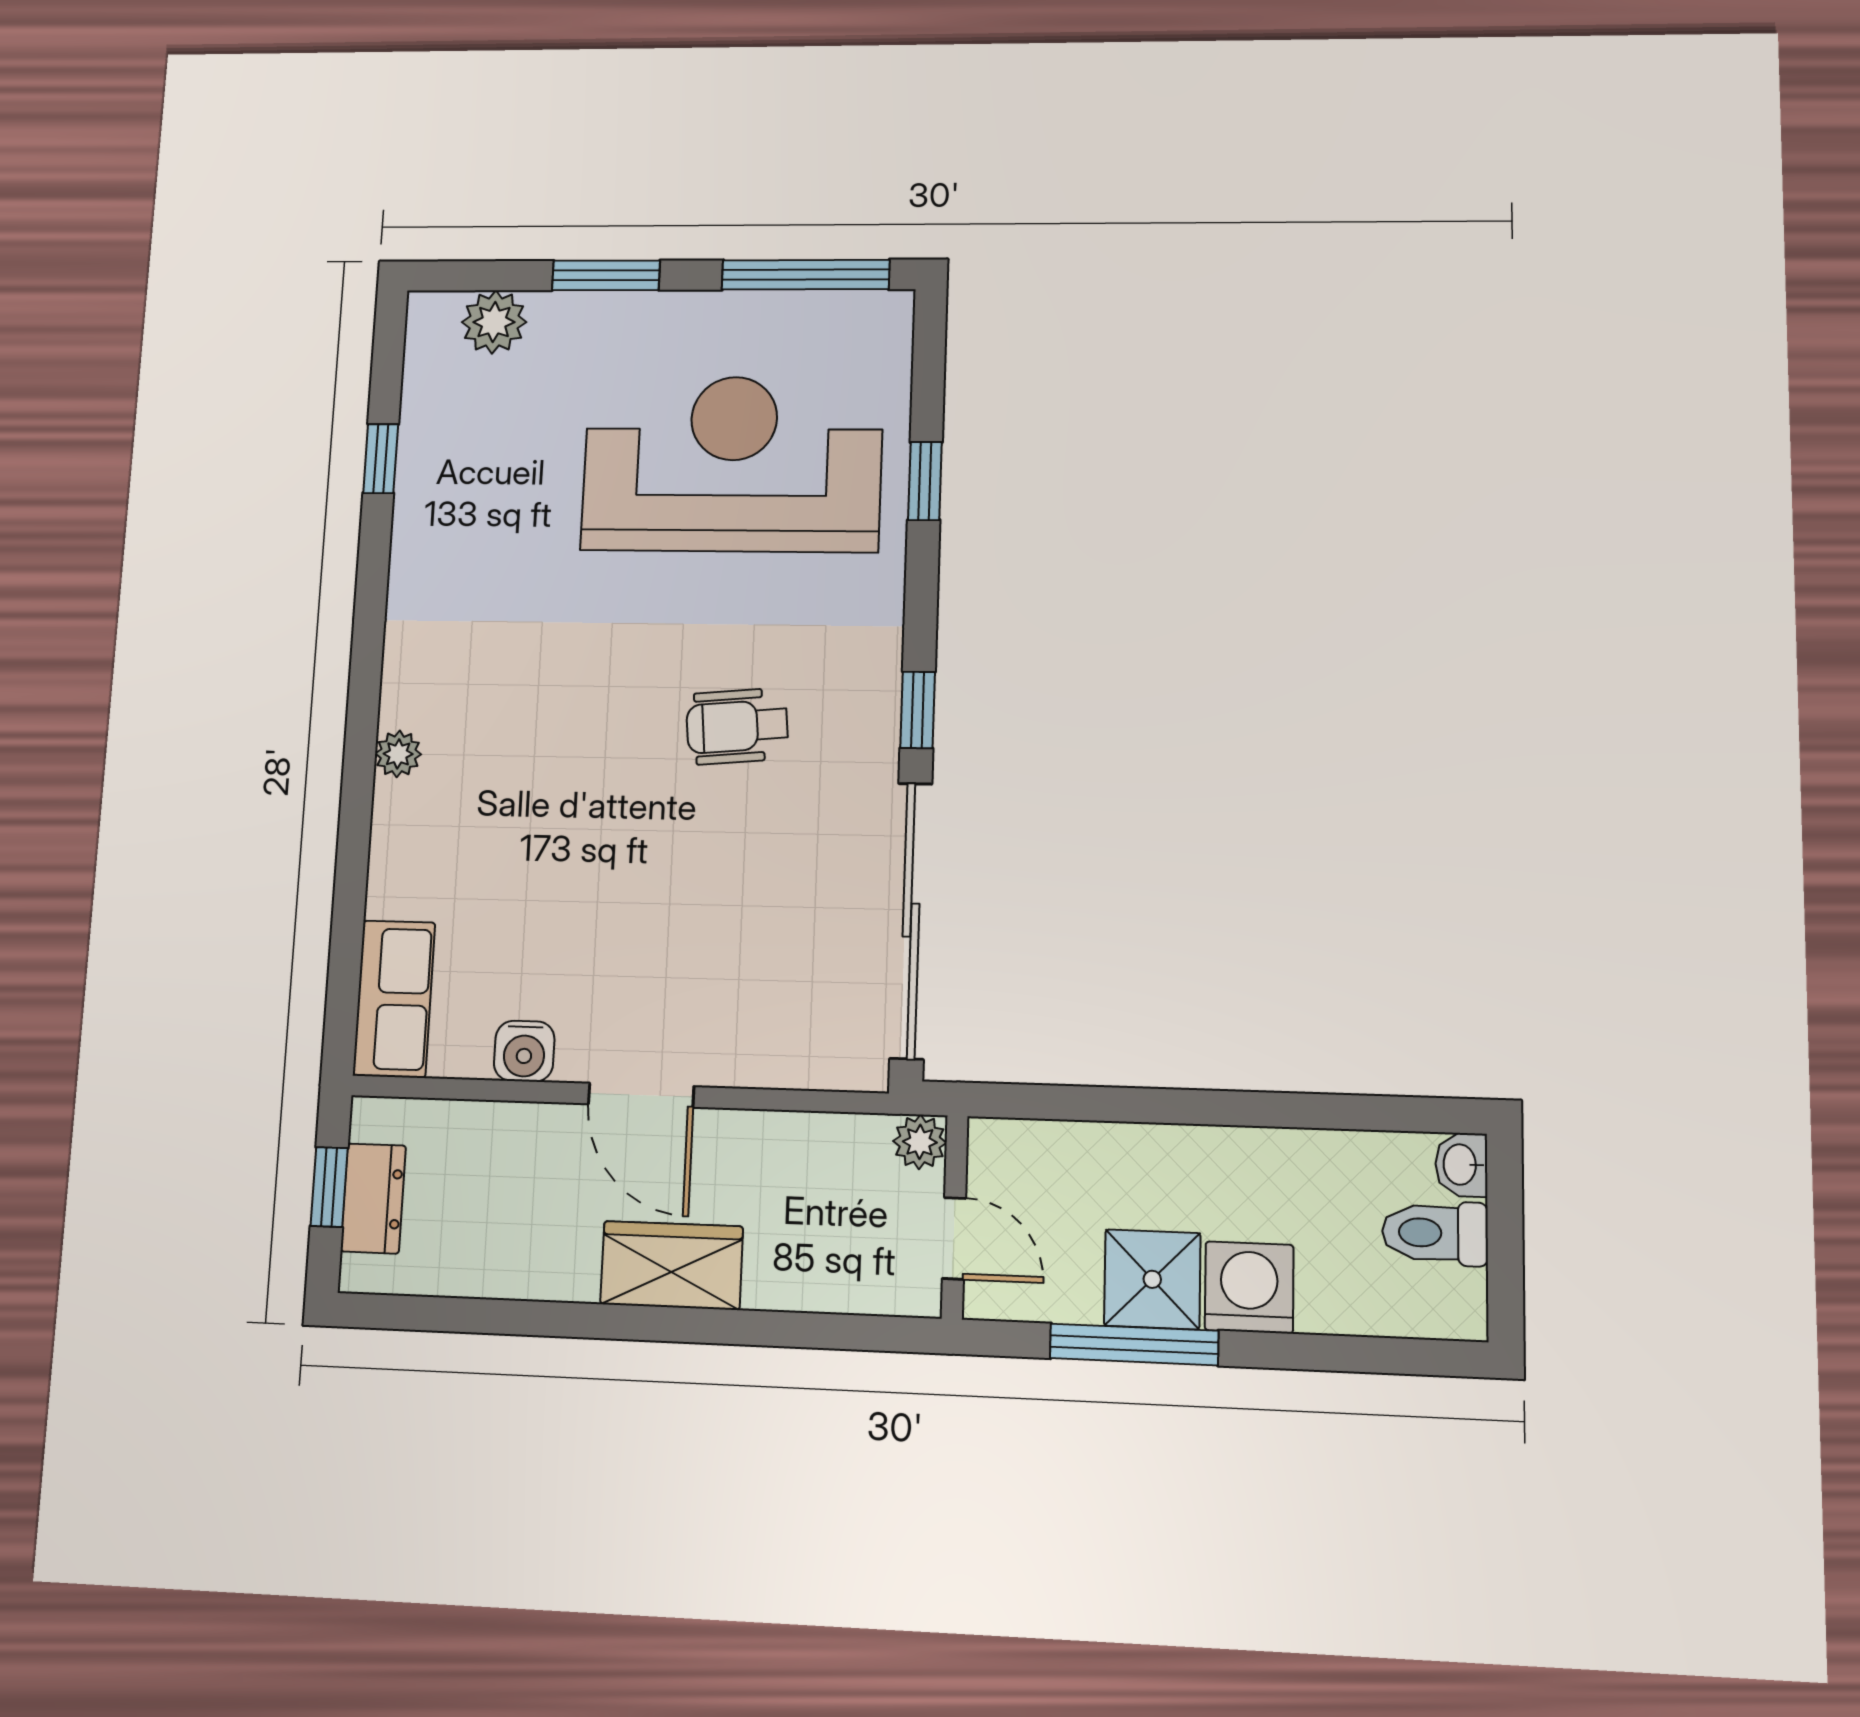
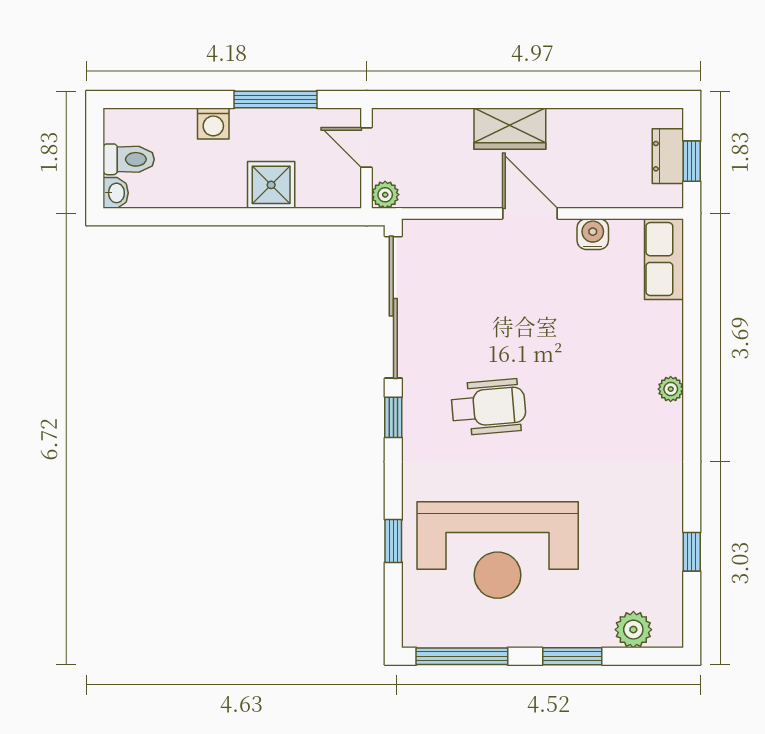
wheelchair: (737, 726) -> (488, 407), width x1.36, depth x1.37
shower: (1152, 1279) -> (271, 185), moved
washing machine: (1249, 1287) -> (213, 123), width x0.73, depth x0.73

